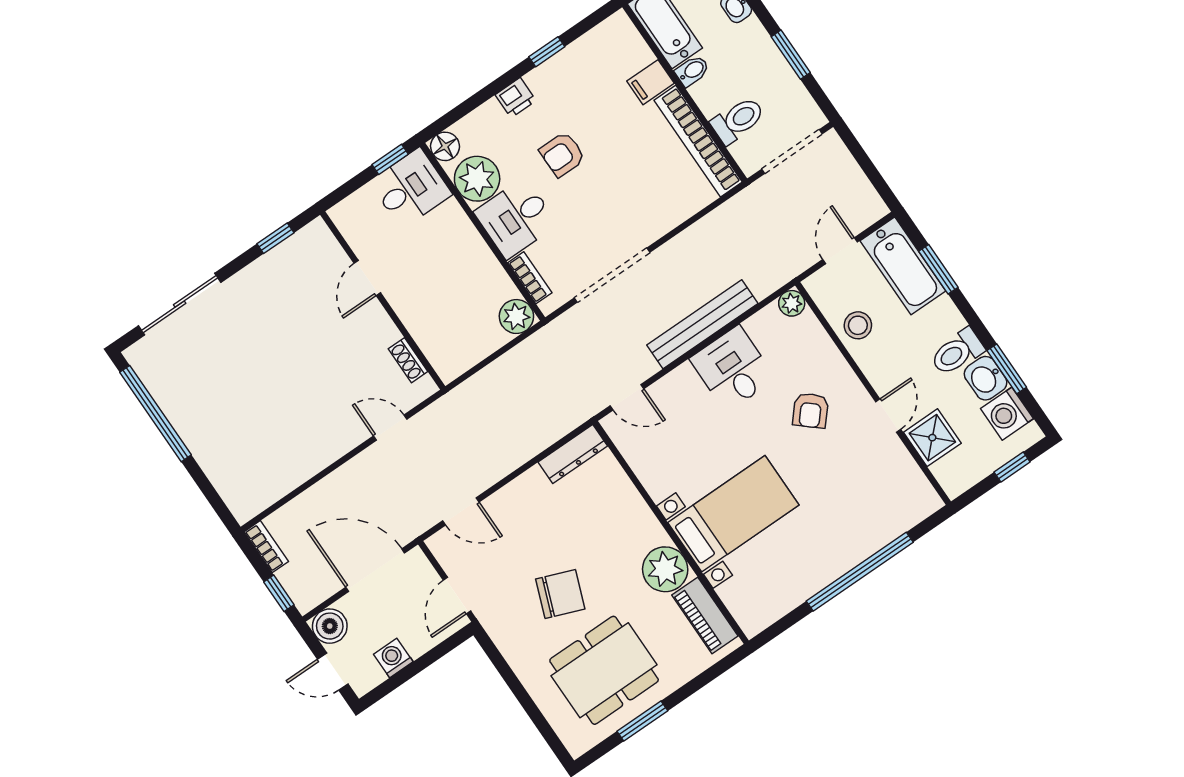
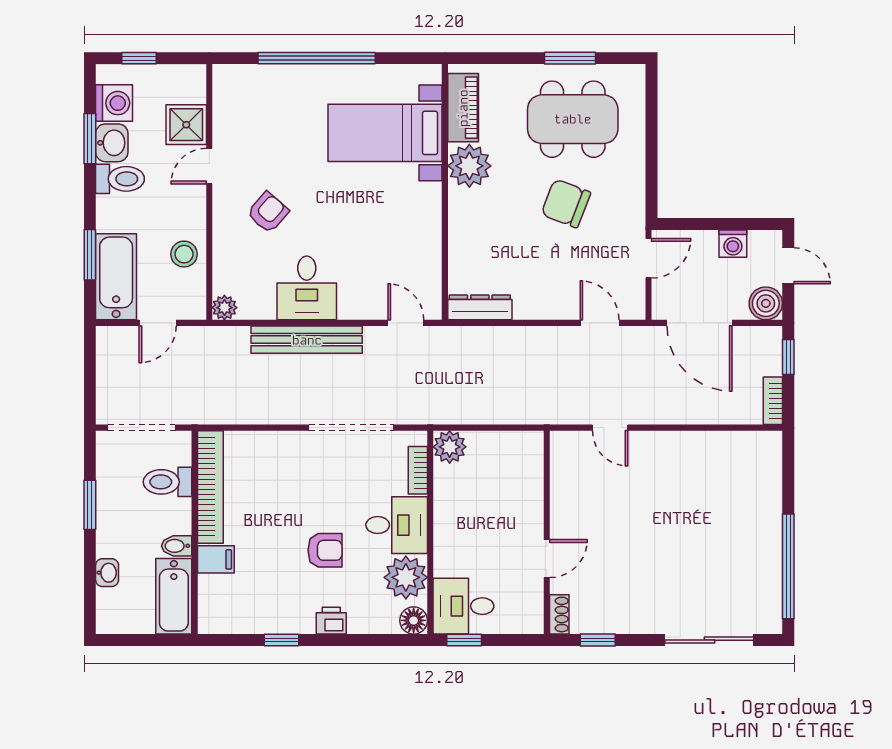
shoe rack: (408, 360) -> (559, 614), moved
bed with nightstands: (733, 514) -> (385, 133), moved

